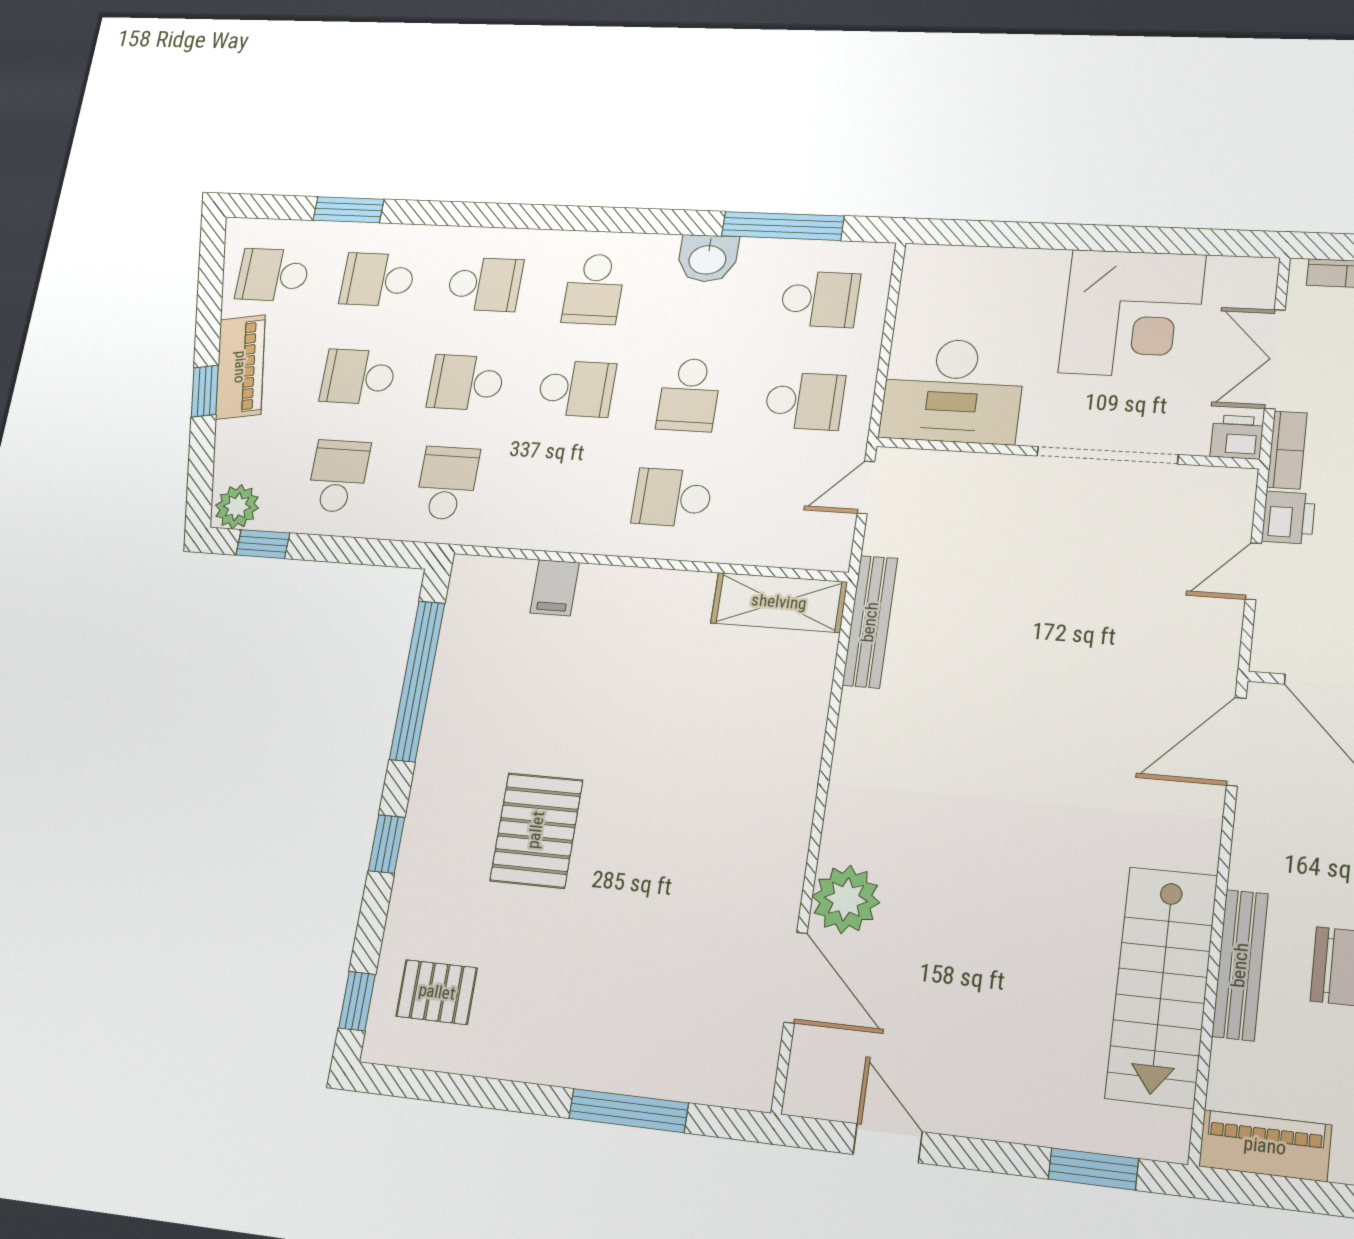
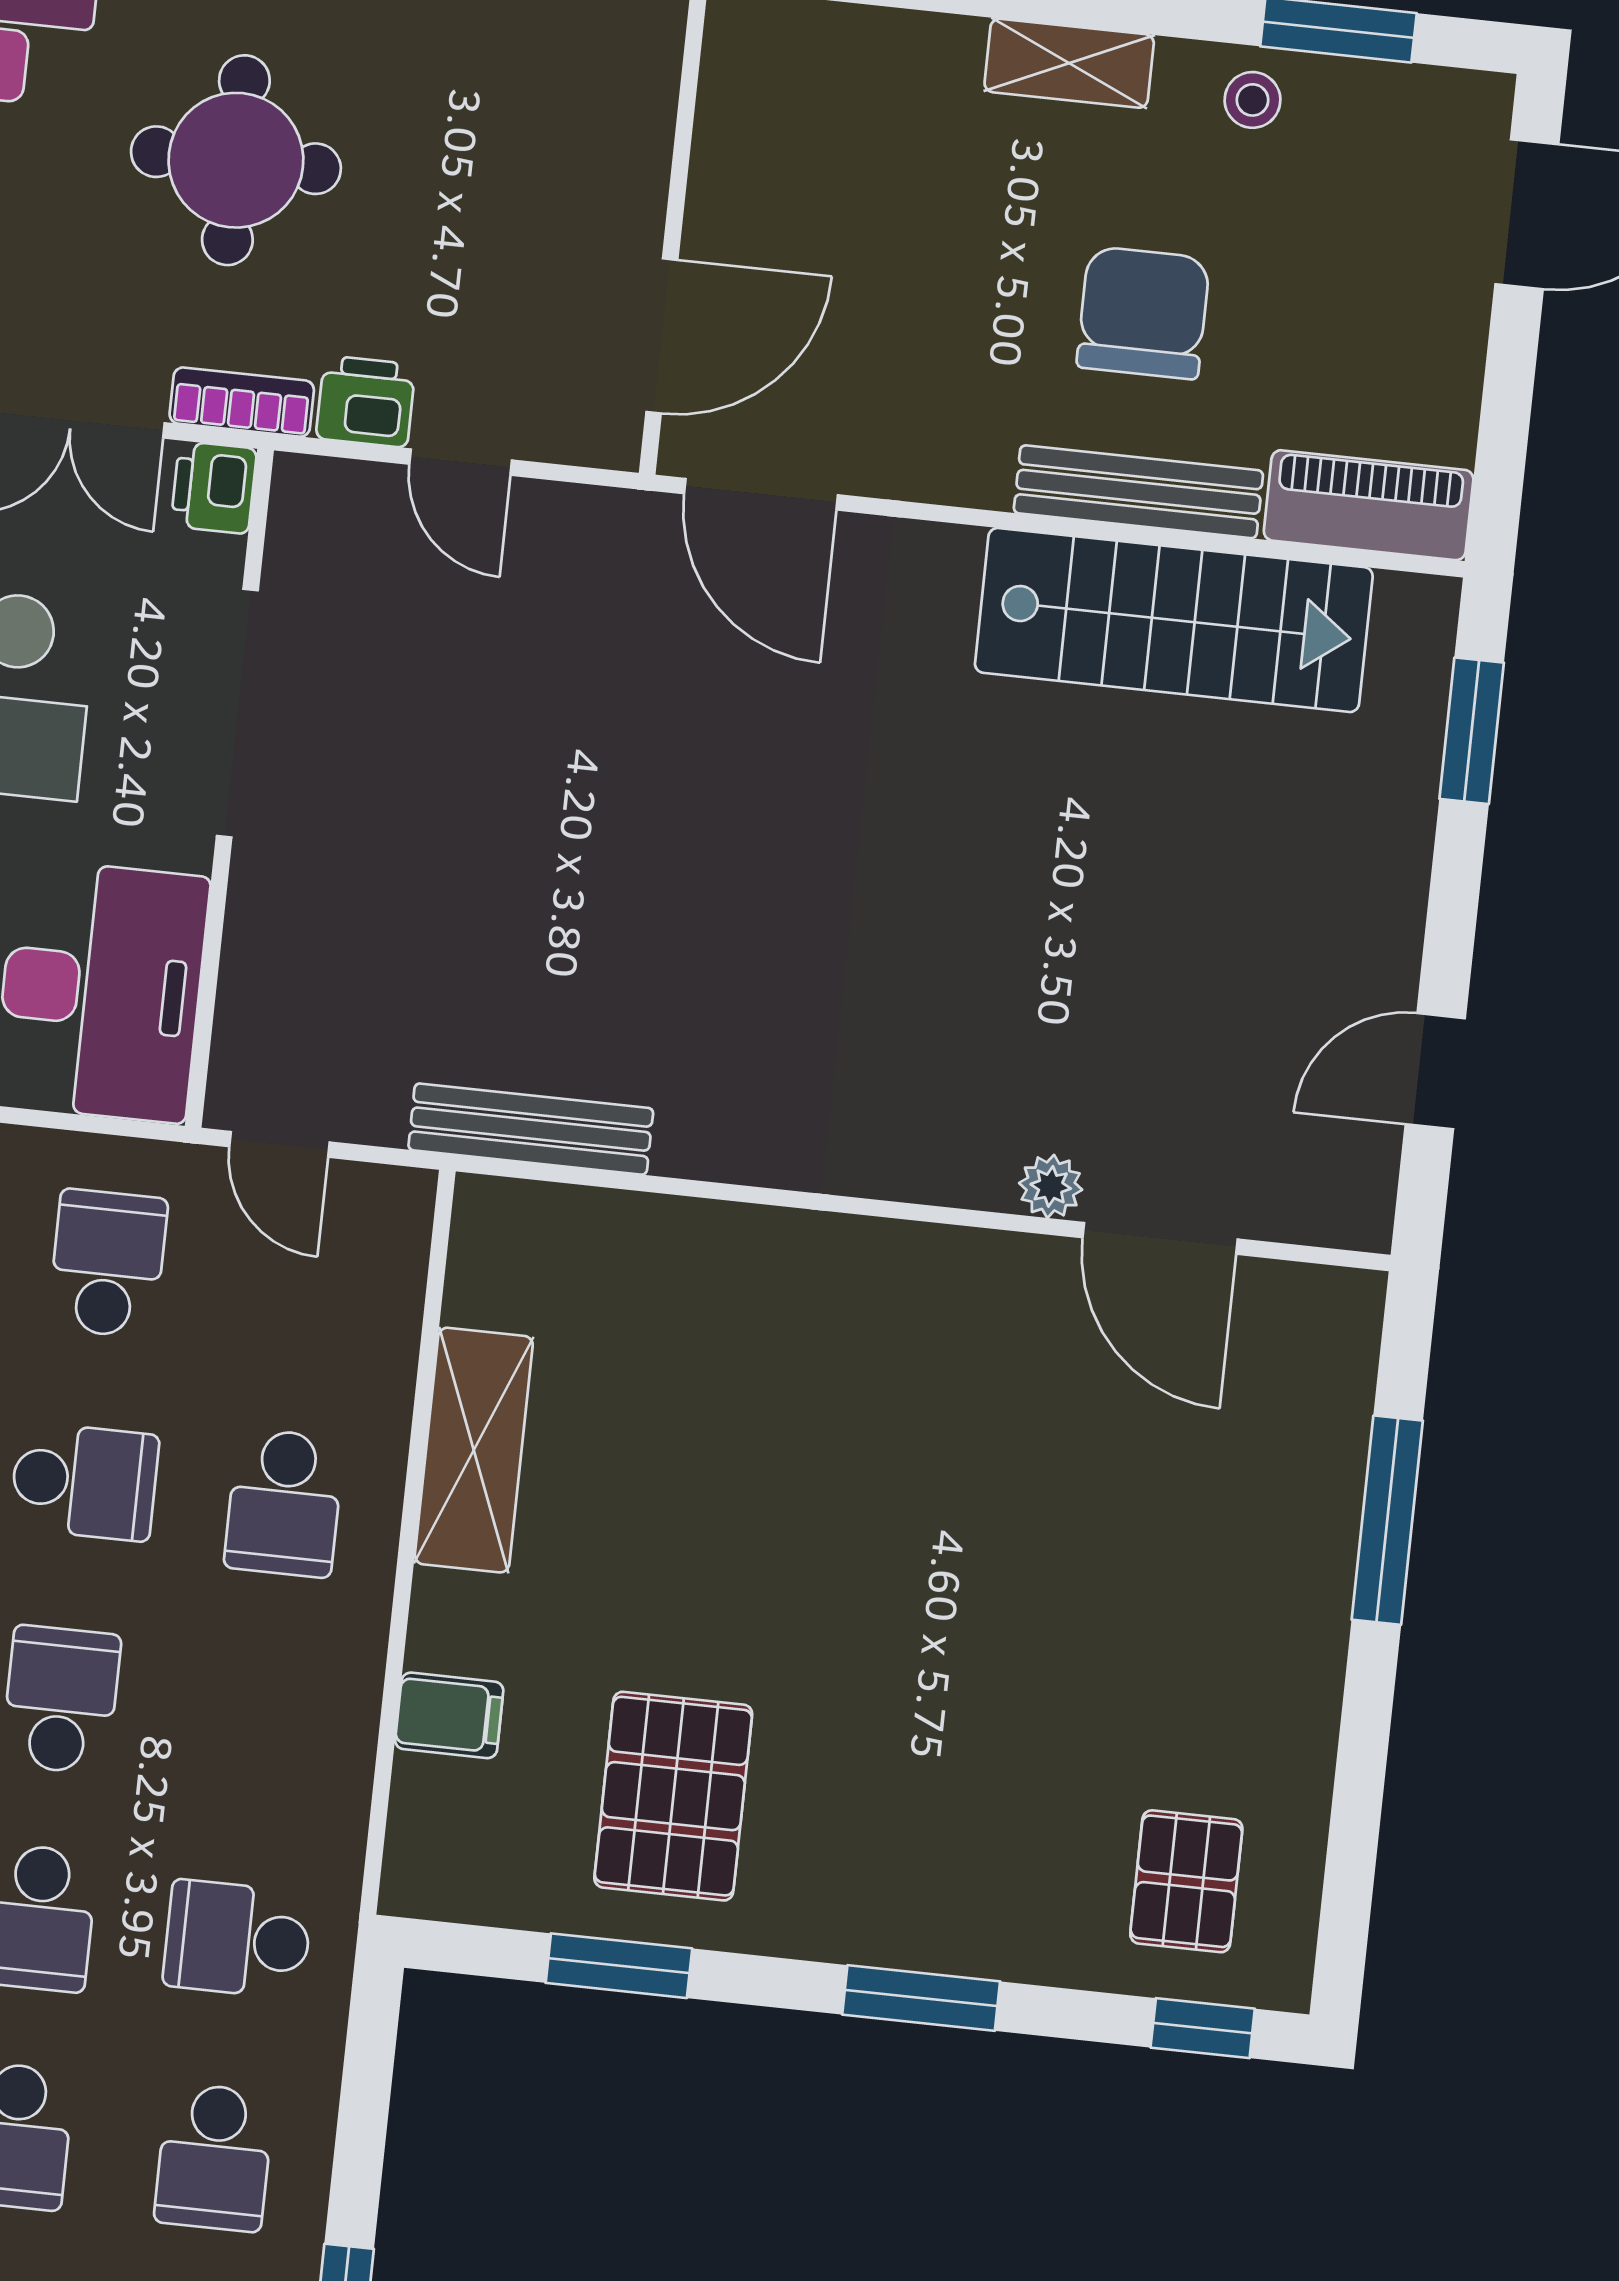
school desk: (338, 476) -> (214, 2157), turned -90
shelving: (779, 602) -> (474, 1450), moved
window: (417, 681) -> (619, 1966), width x0.47
pallet: (536, 830) -> (673, 1796), moved, turned 90
window: (386, 844) -> (921, 1998), width x1.50
plant: (846, 899) -> (1051, 1186), width x0.53, depth x0.53
door: (796, 978) -> (1160, 1238), swing flipped
piano: (1265, 1146) -> (1369, 505), moved, turned 90

